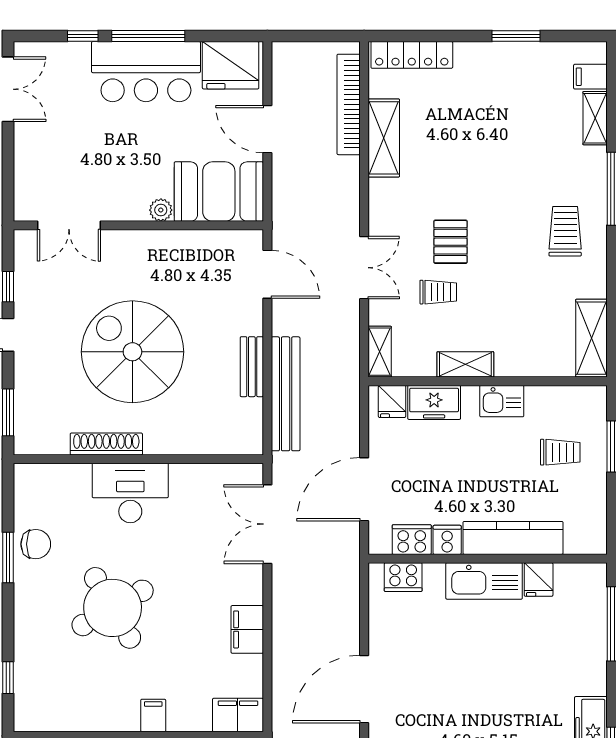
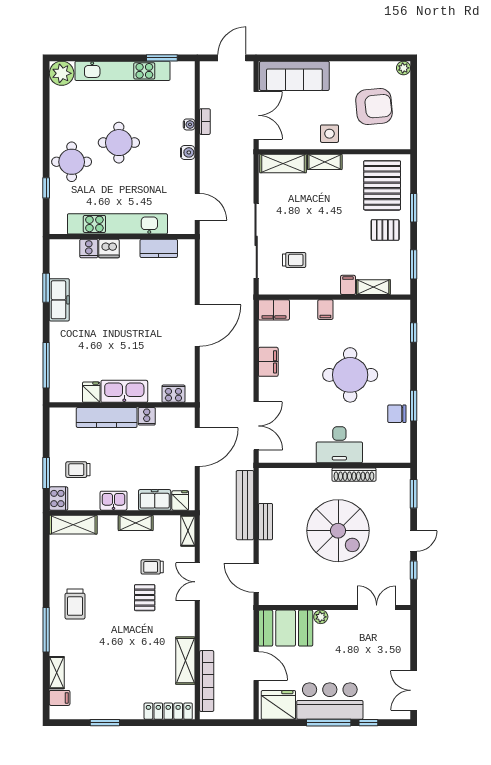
shelving: (592, 338) -> (73, 525), moved, turned 90
cooker: (412, 540) -> (59, 499), moved, turned -90
round table: (113, 608) -> (350, 375), turned 30

